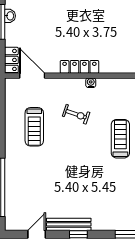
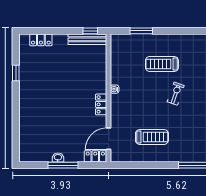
locker: (79, 67) -> (101, 104), width x0.66
exercise bike: (76, 114) -> (176, 94), moved

